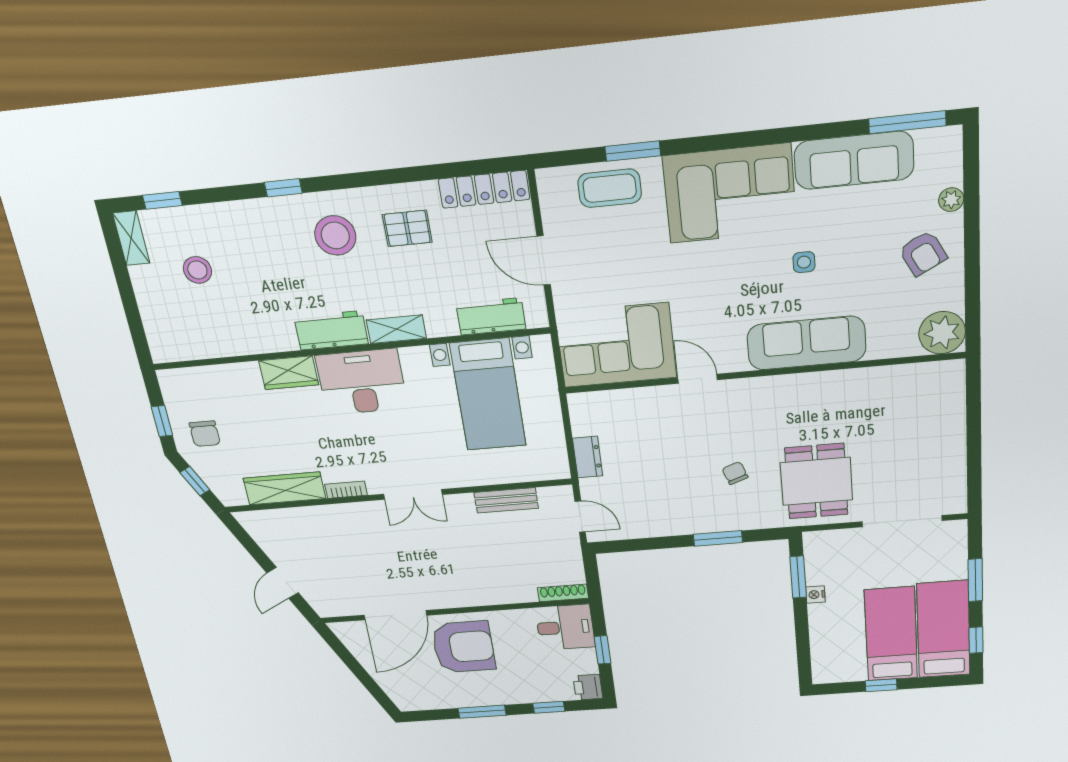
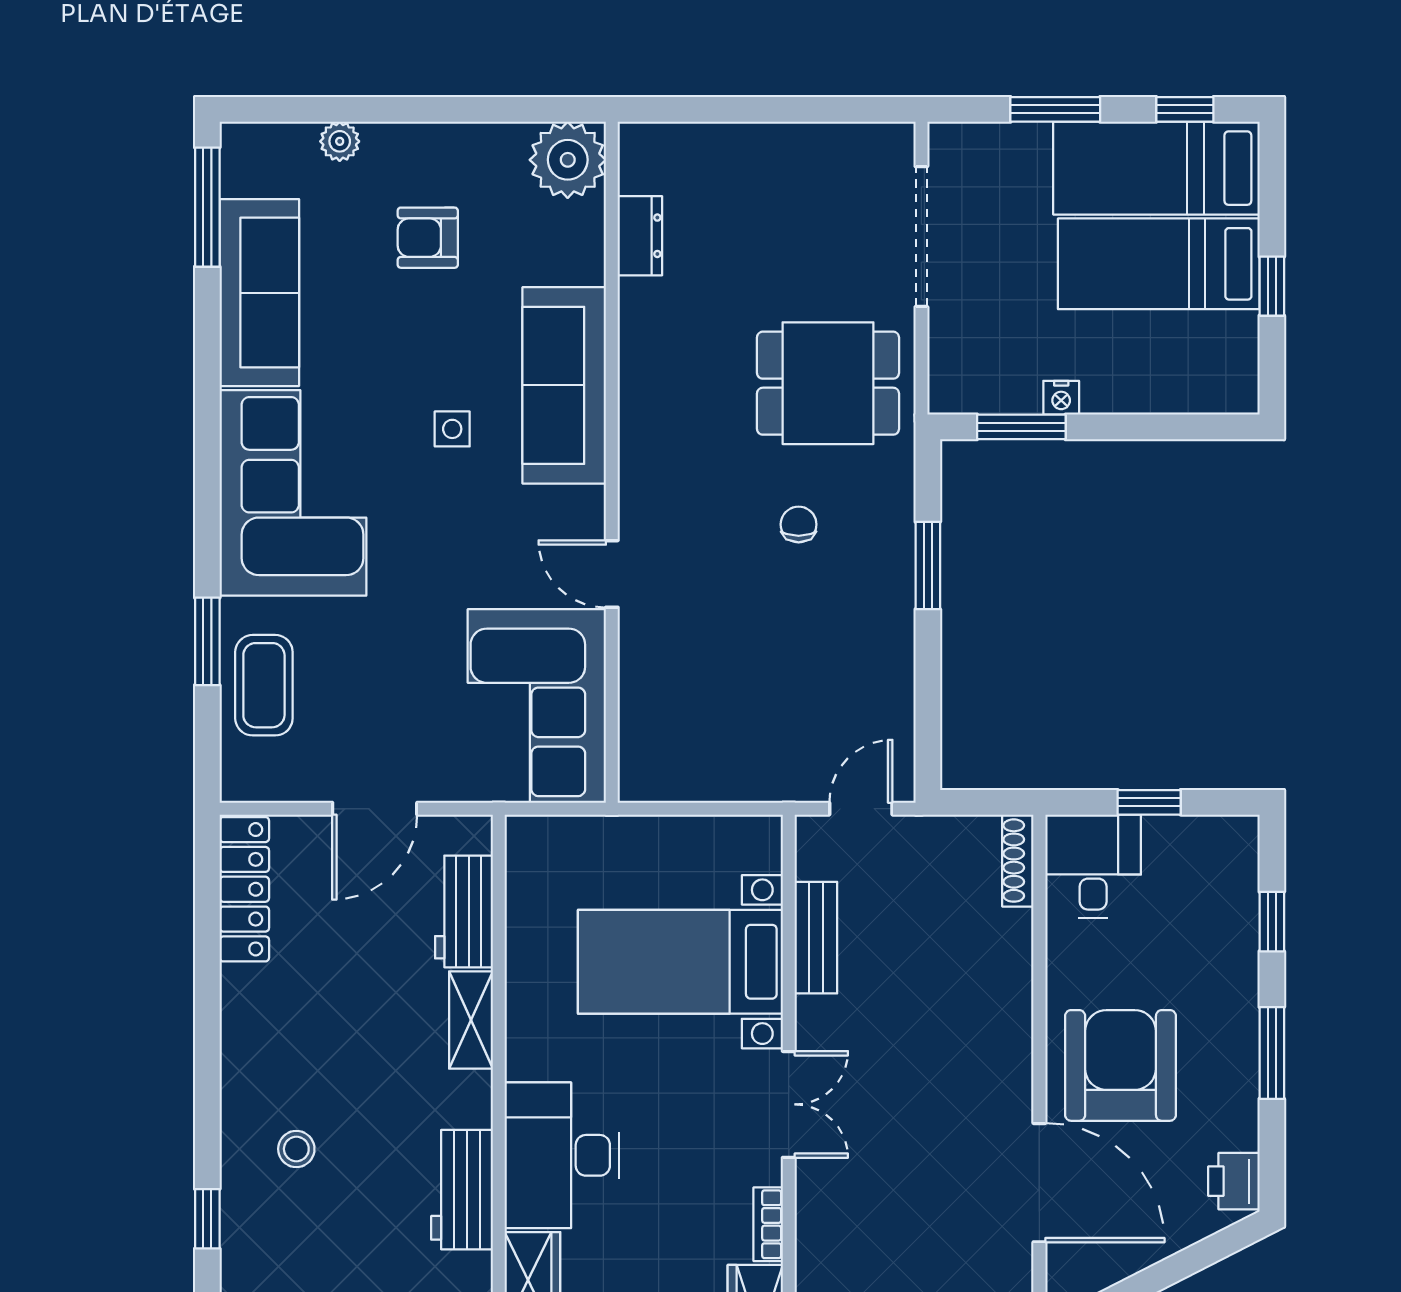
pallet: (407, 228) -> (297, 1027), removed
stool: (335, 235) -> (296, 1149), width x0.53, depth x0.53
armchair: (923, 253) -> (428, 238), moved, turned -152
side table: (804, 262) -> (452, 429), moved
shelving: (396, 329) -> (471, 1020), moved
door: (698, 379) -> (612, 574), hinge flipped
bed with nightstands: (488, 395) -> (680, 962), moved, turned 180
dresser: (588, 457) -> (640, 236), moved, turned 90
chair: (735, 473) -> (799, 524), turned 110
printer: (588, 687) -> (1234, 1181), moved, turned 90

